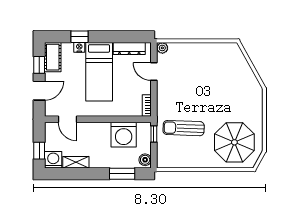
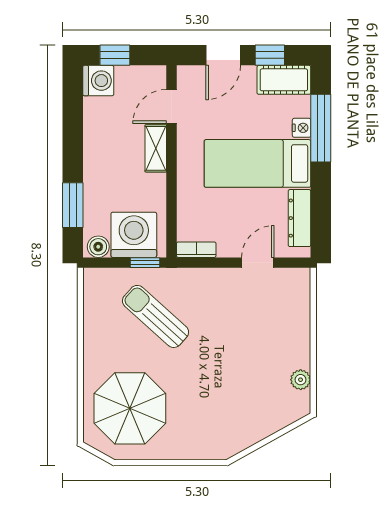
window: (79, 37) -> (321, 128), width x2.17
plant: (162, 48) -> (301, 380), moved
door: (39, 91) -> (223, 55), hinge flipped
sun lounger: (184, 128) -> (156, 316), turned -50
washing machine: (124, 135) -> (134, 235), moved, turned 90
shelving: (76, 162) -> (156, 148), moved

